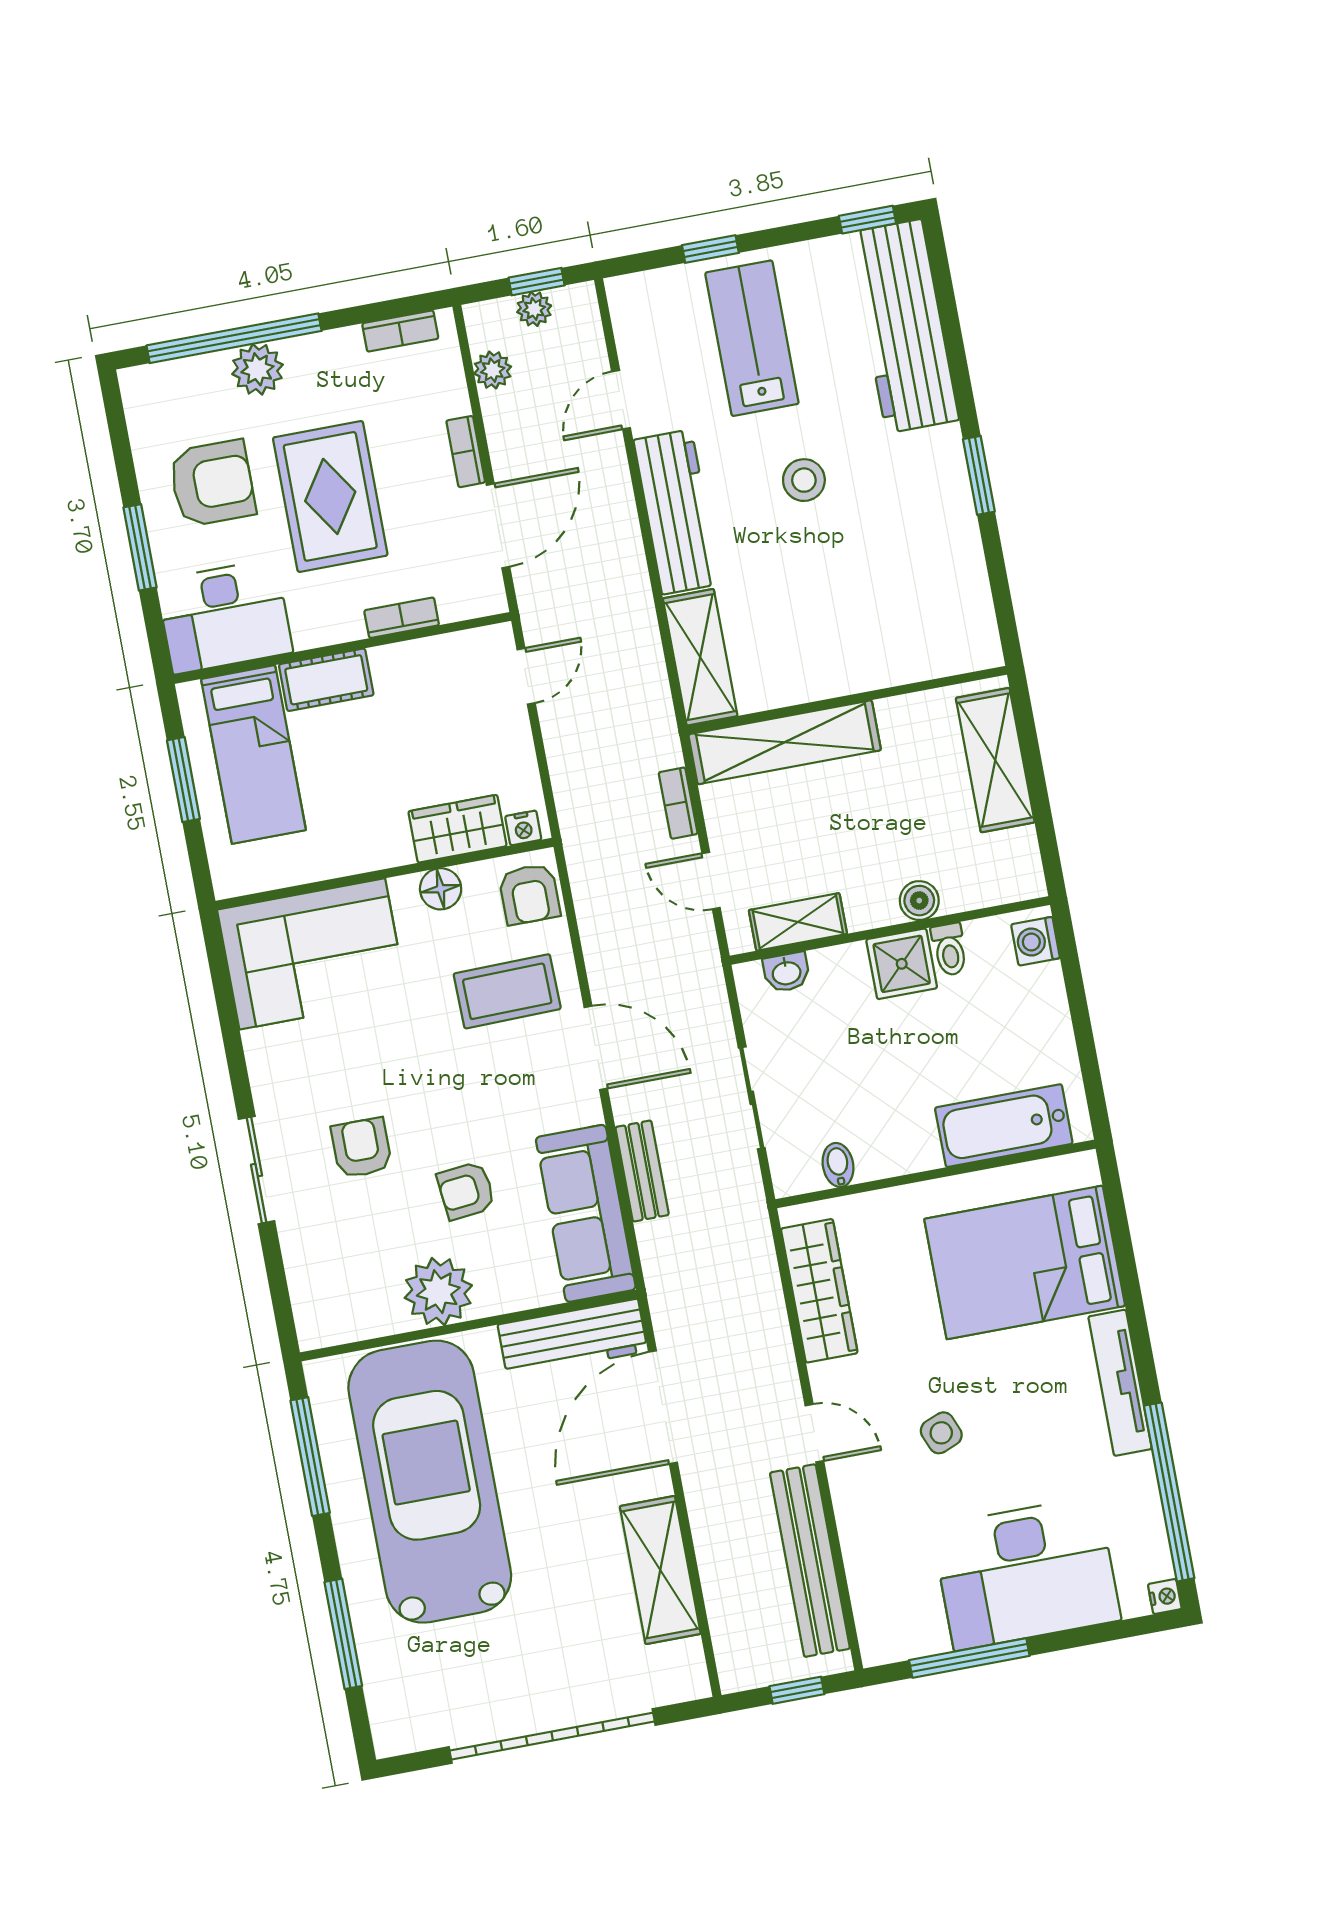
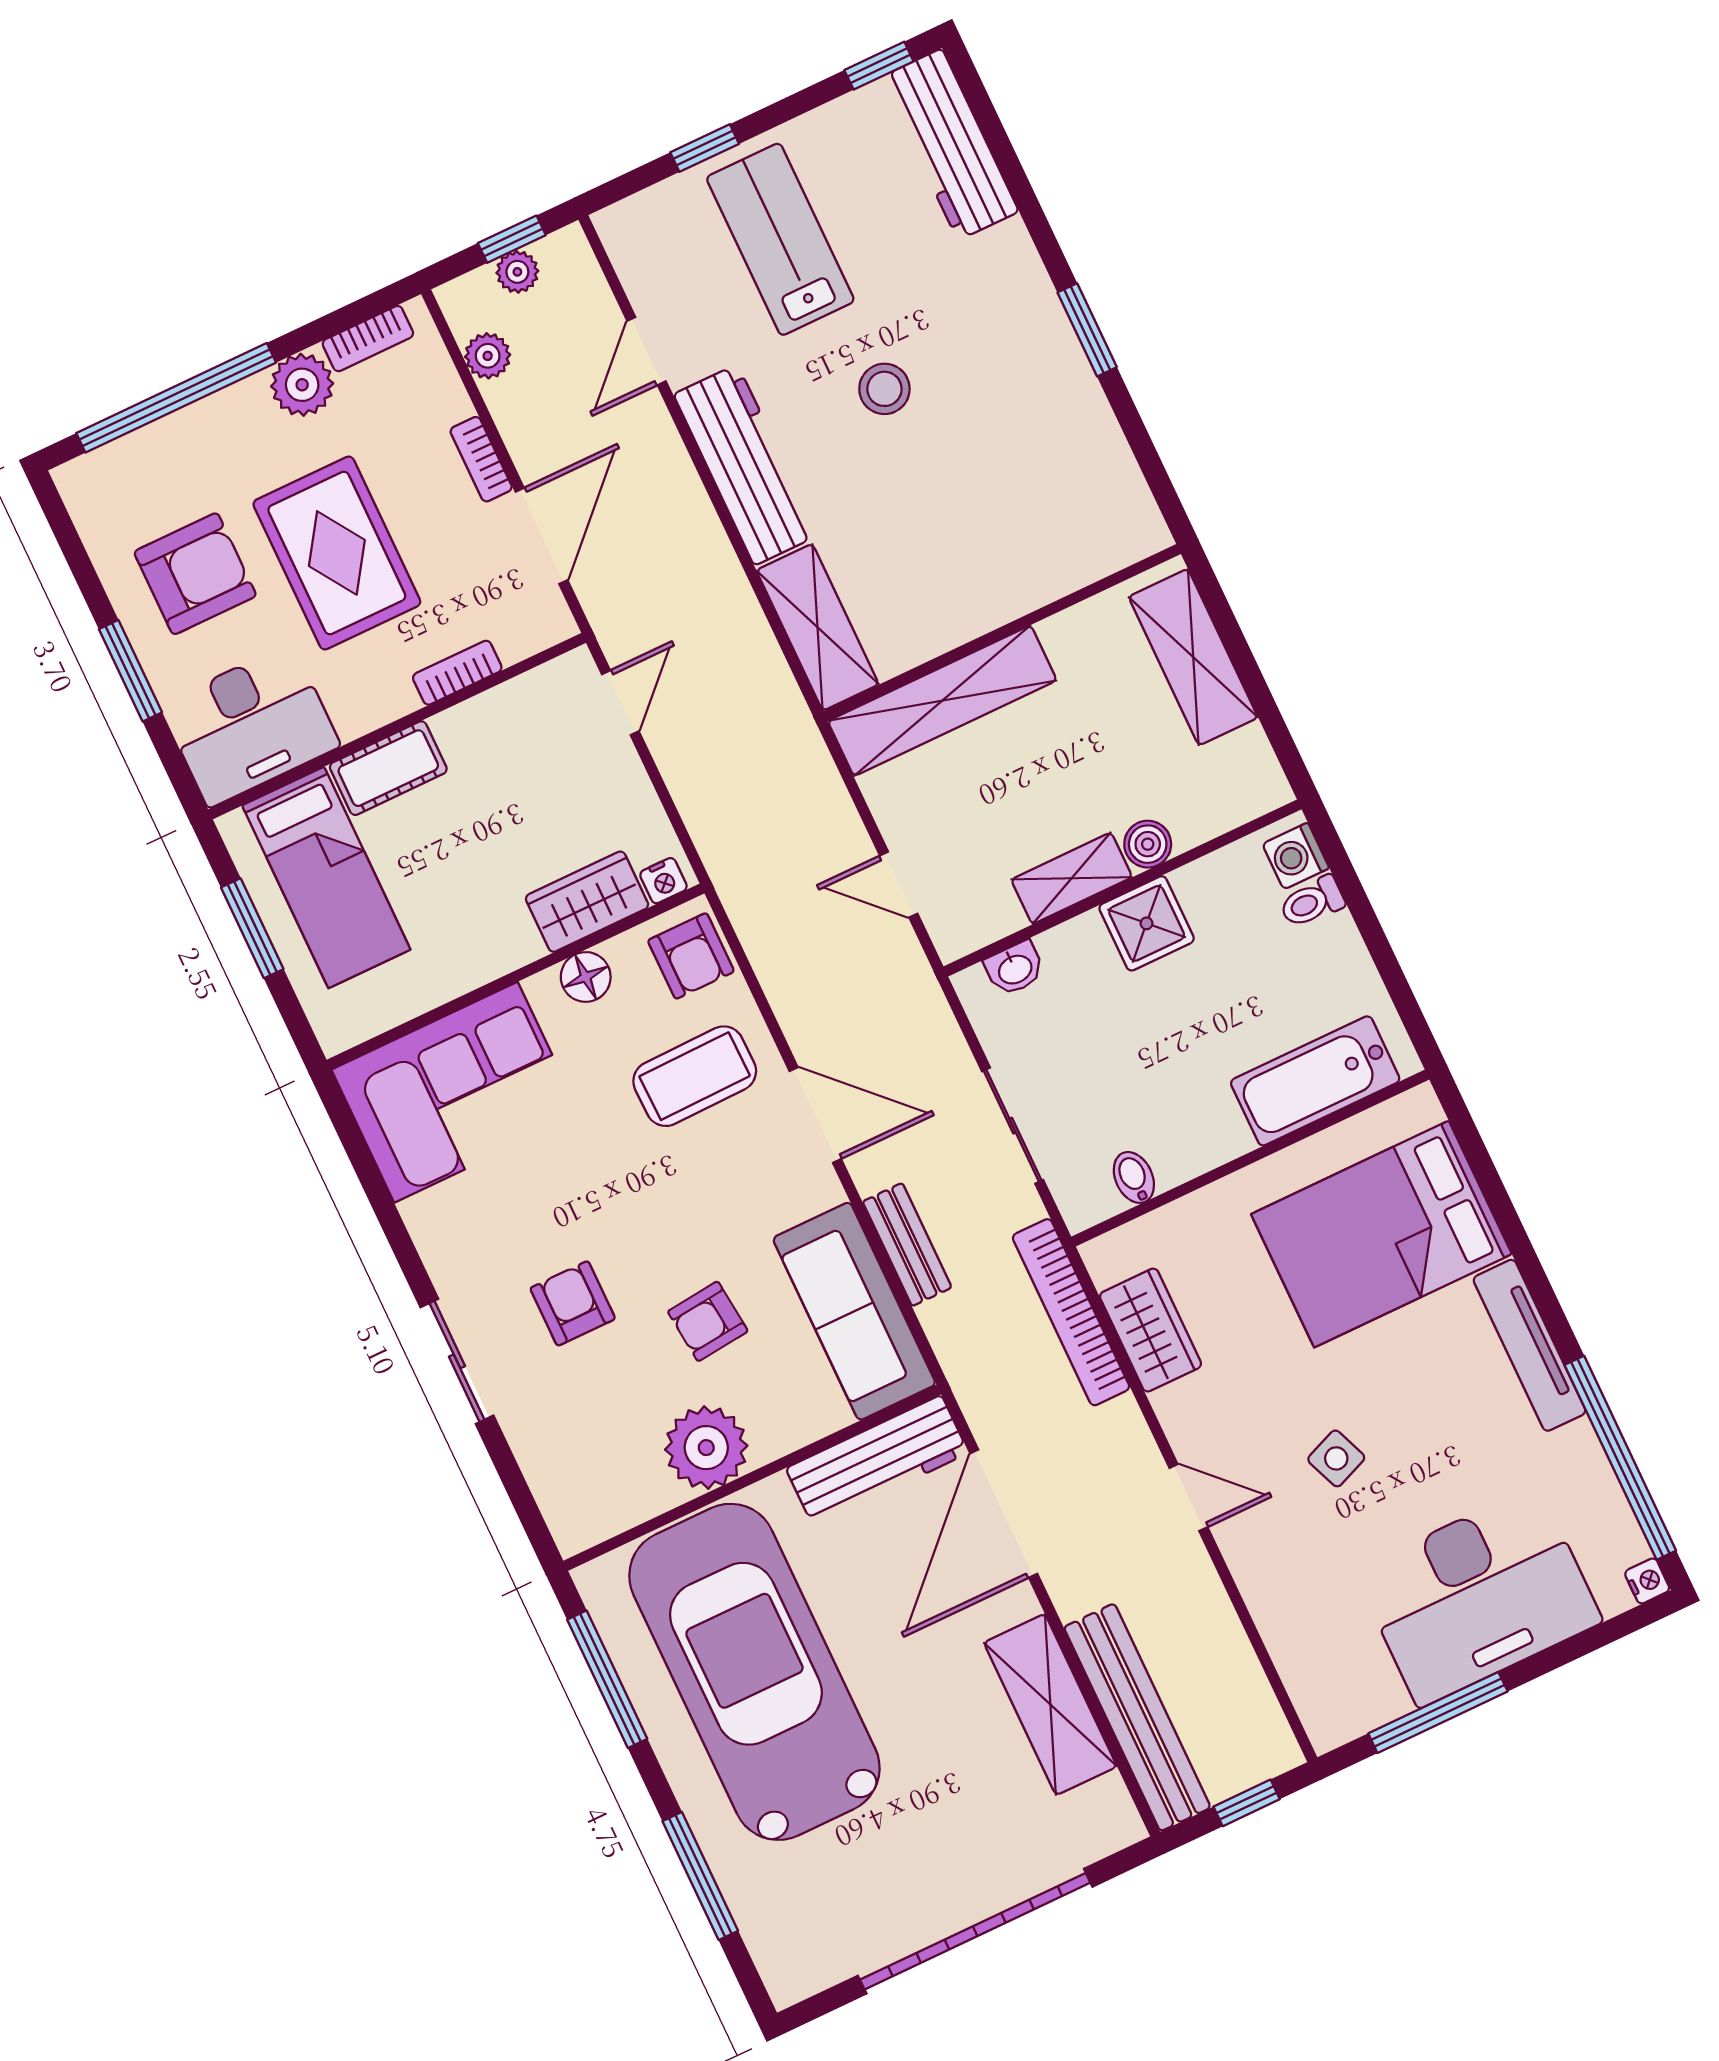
workbench: (904, 326) -> (950, 144), width x0.73, depth x0.76
plant: (257, 369) -> (302, 385), moved
bookcase: (678, 803) -> (1071, 1312), moved, width x2.31, depth x1.31
shelving: (798, 922) -> (1072, 878), moved
toilet: (949, 949) -> (1312, 902), moved, turned 90
wardrobe: (819, 1291) -> (1151, 1330), width x0.67
bench: (810, 1561) -> (1137, 1717), moved

